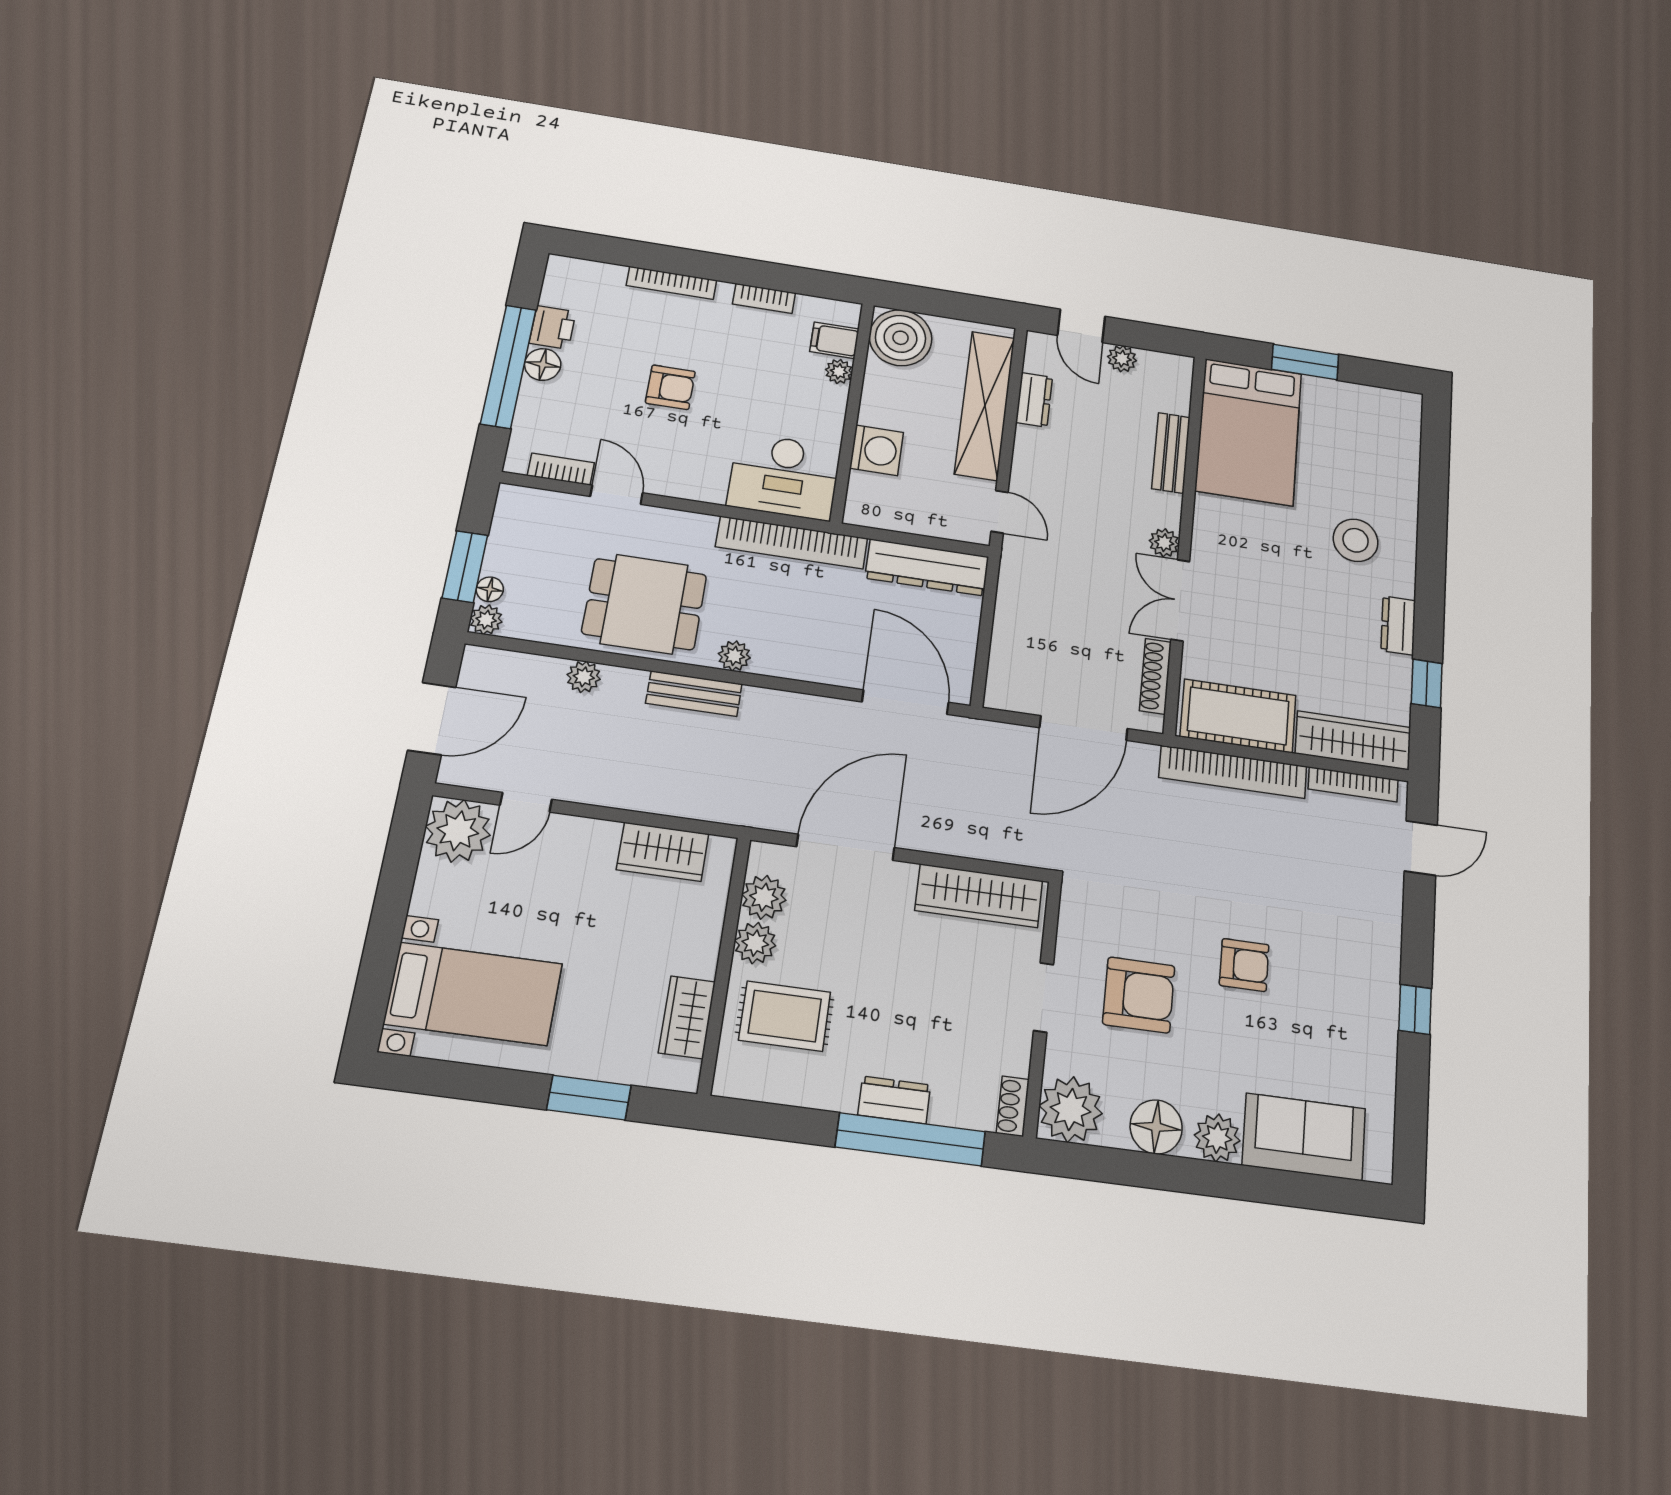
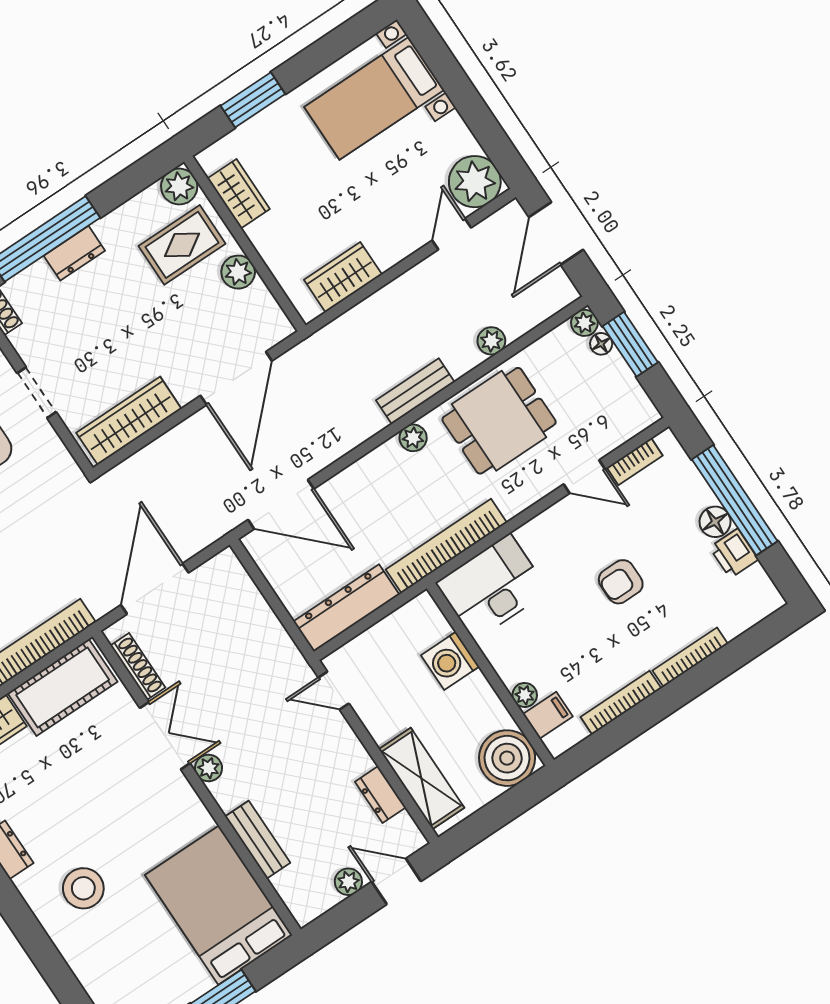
bookcase: (764, 298) -> (621, 703), width x1.56
shelving: (985, 405) -> (421, 778), width x0.68
plant: (764, 897) -> (179, 187), moved

